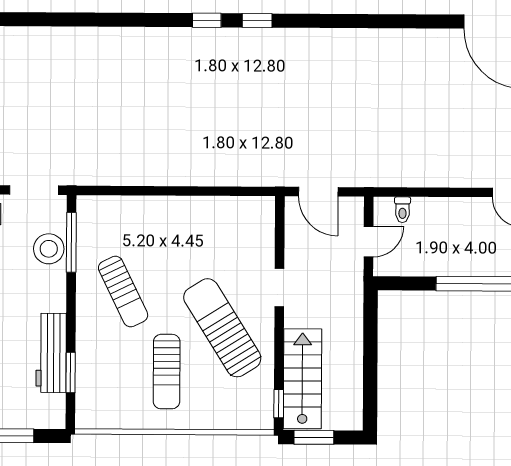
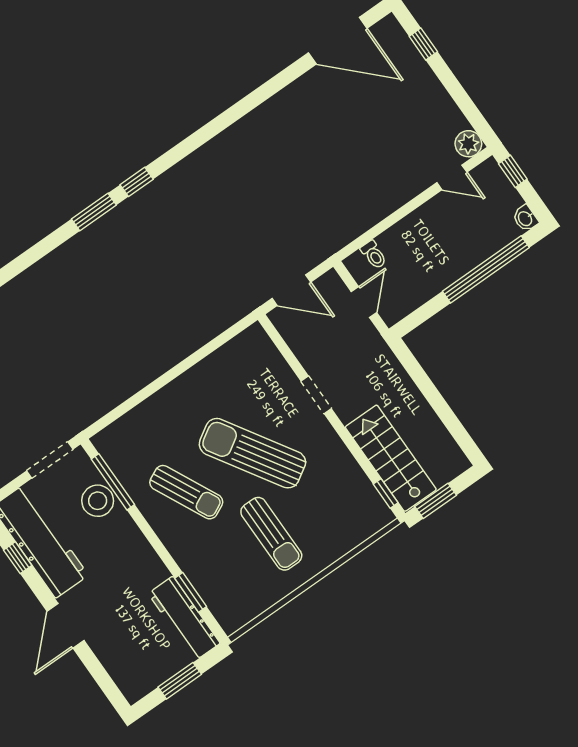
window: (207, 20) -> (94, 212), width x1.50
sun lounger: (222, 328) -> (252, 453), moved
workbench: (51, 353) -> (184, 618), moved

